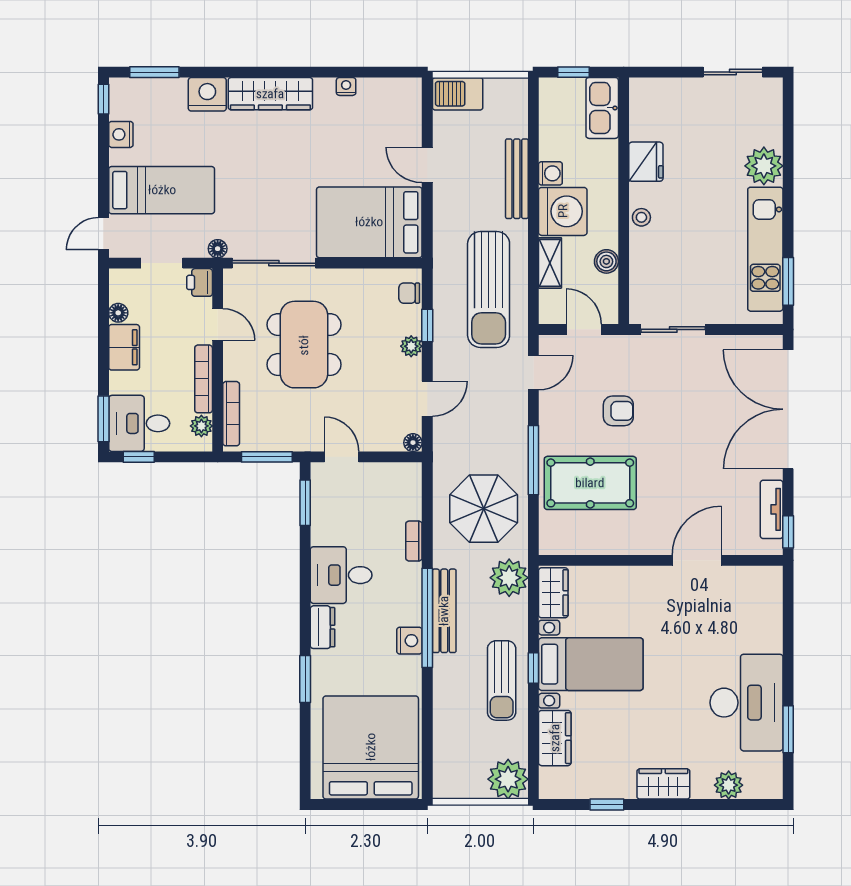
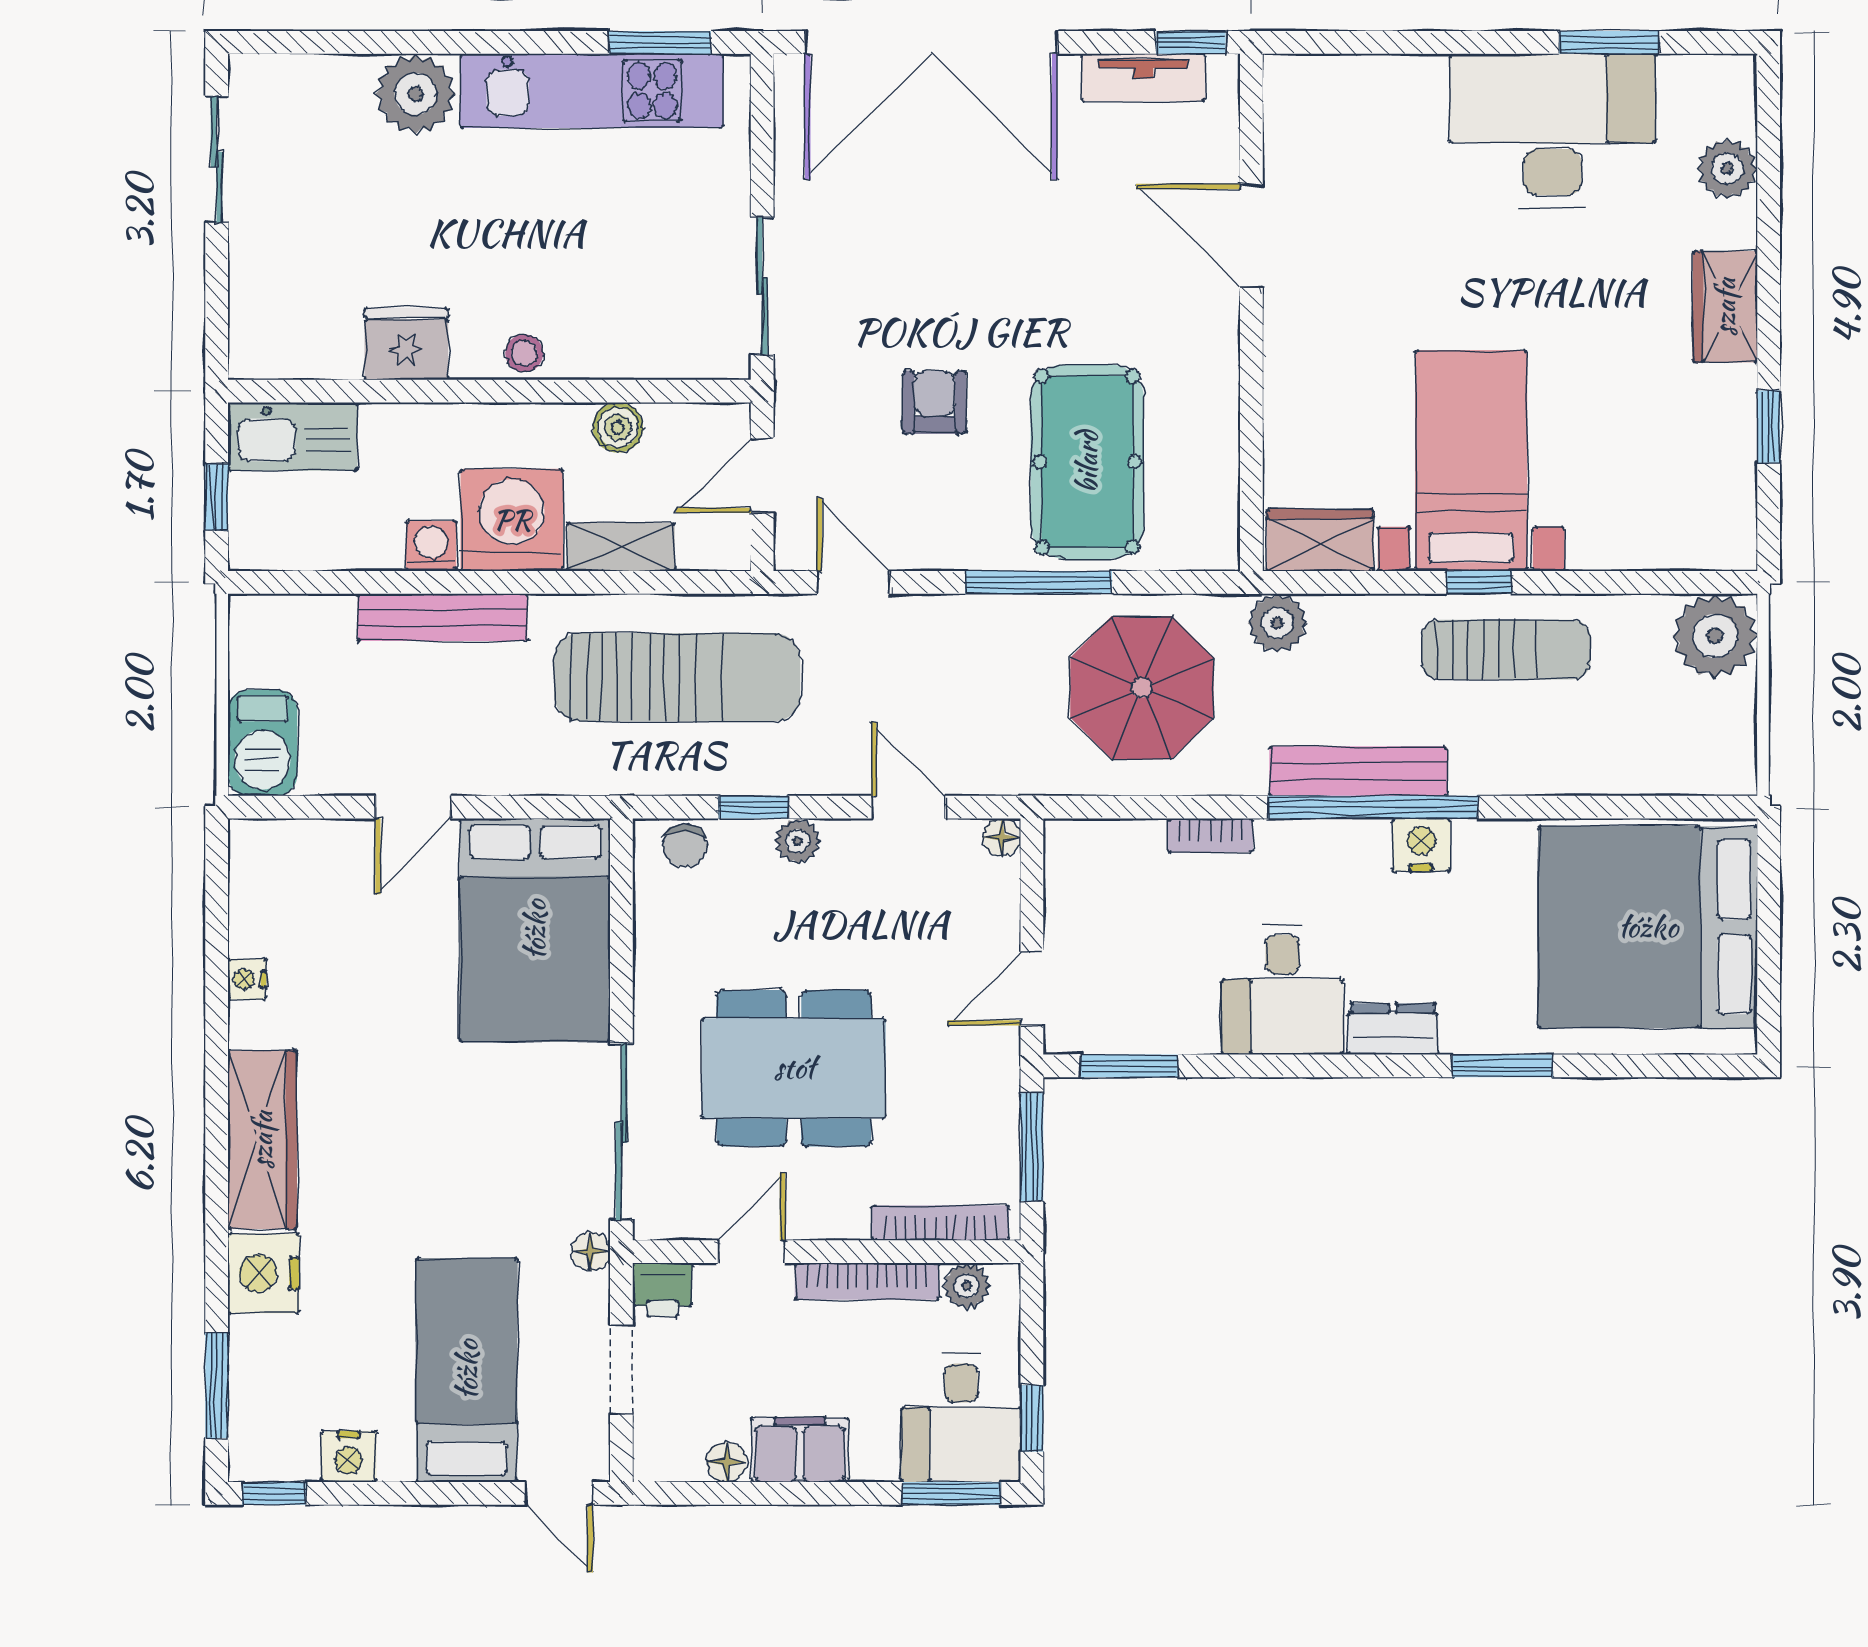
plant: (509, 578) -> (1277, 623), width x0.73, depth x0.73
wardrobe: (555, 738) -> (1628, 537), removed

